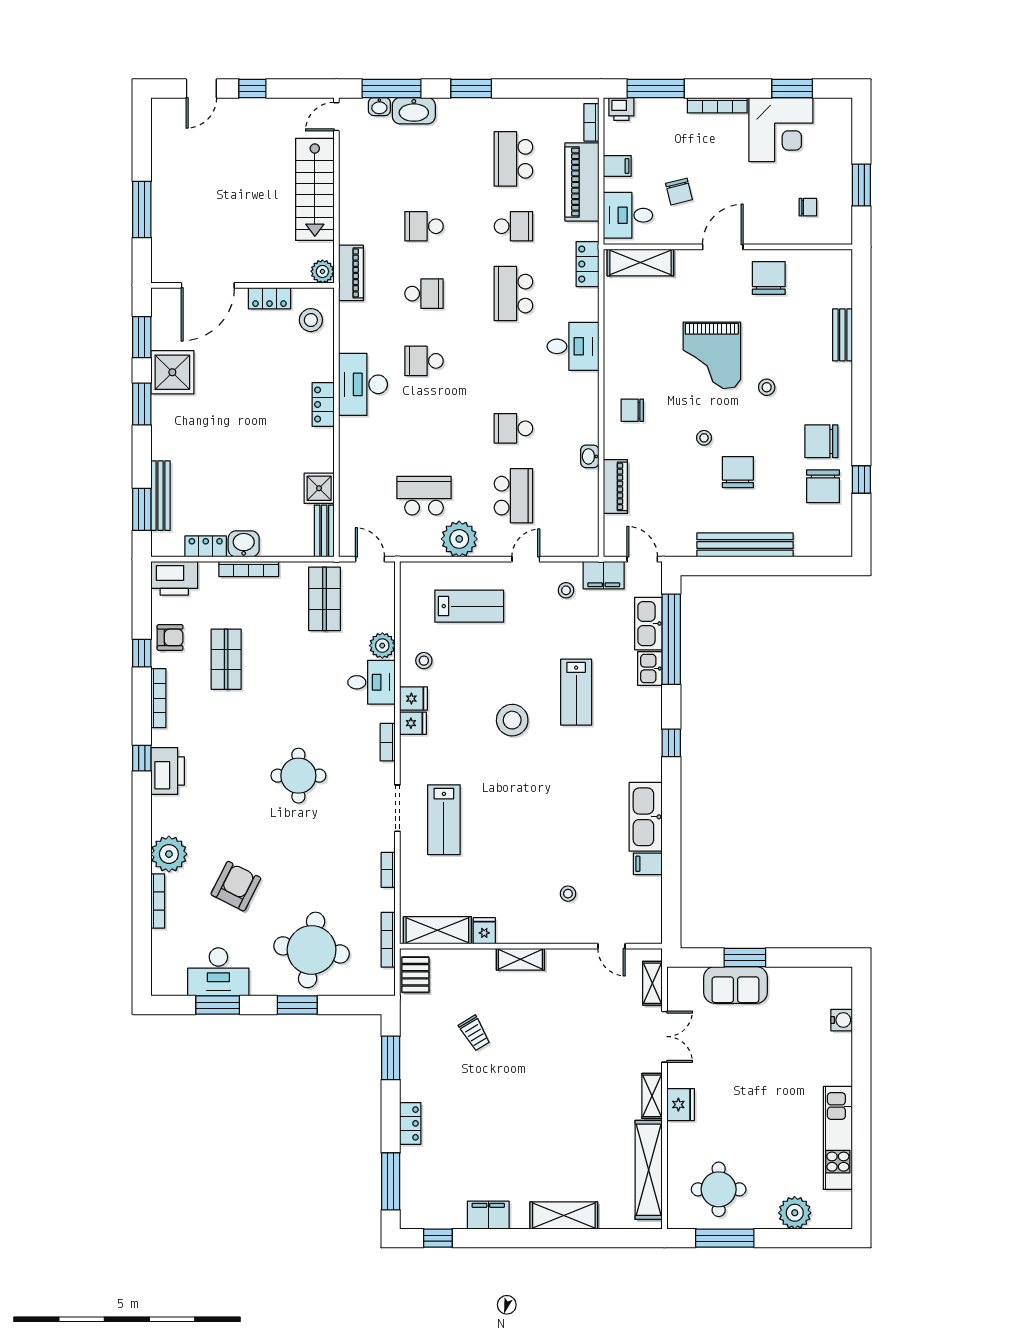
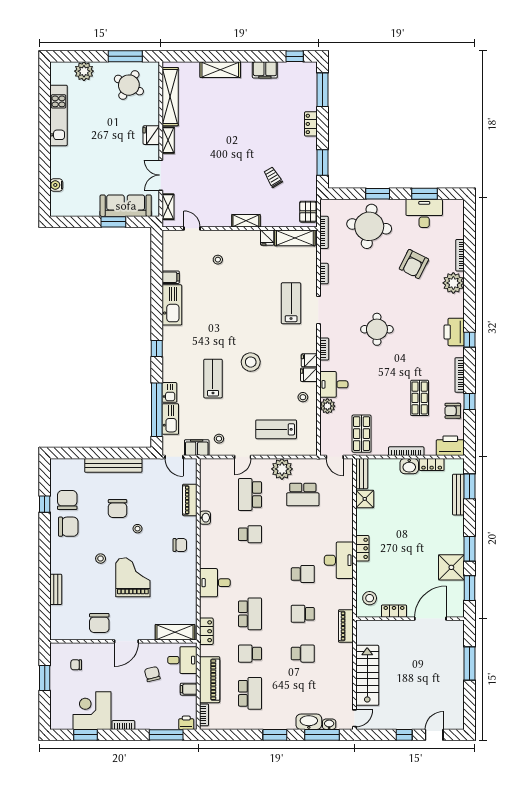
bookcase: (717, 105) -> (123, 725), width x0.64
plant: (322, 271) -> (363, 627), removed
sofa: (735, 985) -> (126, 206), width x1.36
round table: (719, 1189) -> (129, 85), turned 30

